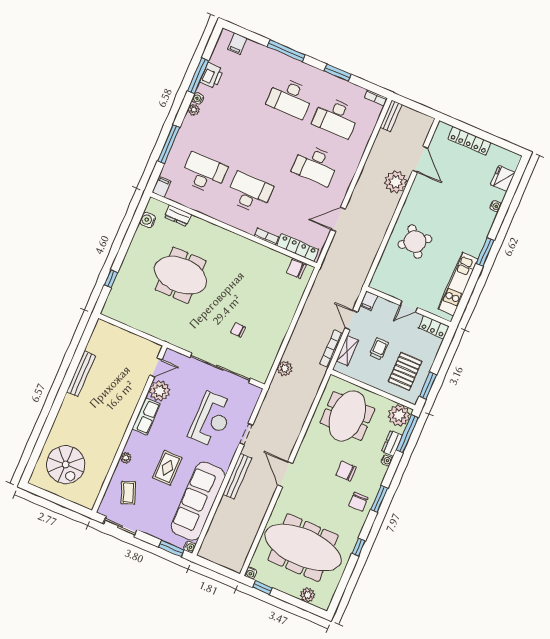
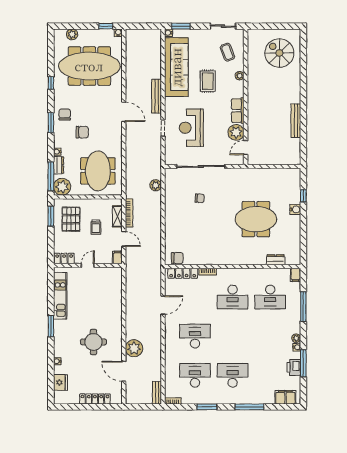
filing cabinet: (237, 44) -> (285, 397), width x2.00
water cooler: (148, 220) -> (295, 209), moved
round table: (415, 242) -> (93, 342), moved, turned 36

